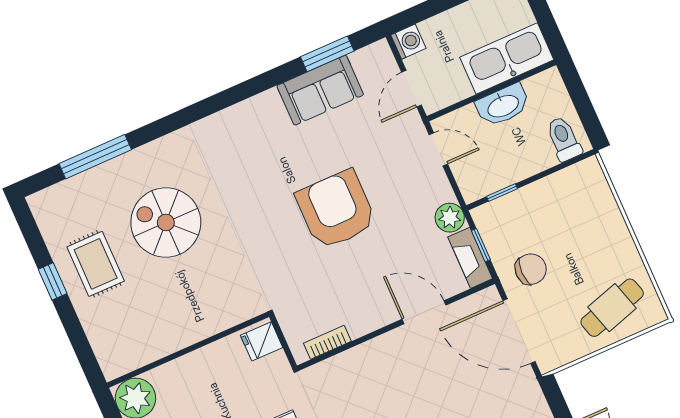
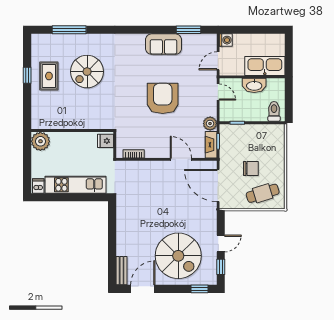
sofa: (320, 90) -> (163, 44), moved
spiral stairs: (166, 222) -> (87, 72), turned -90
chair: (531, 269) -> (251, 169), moved

